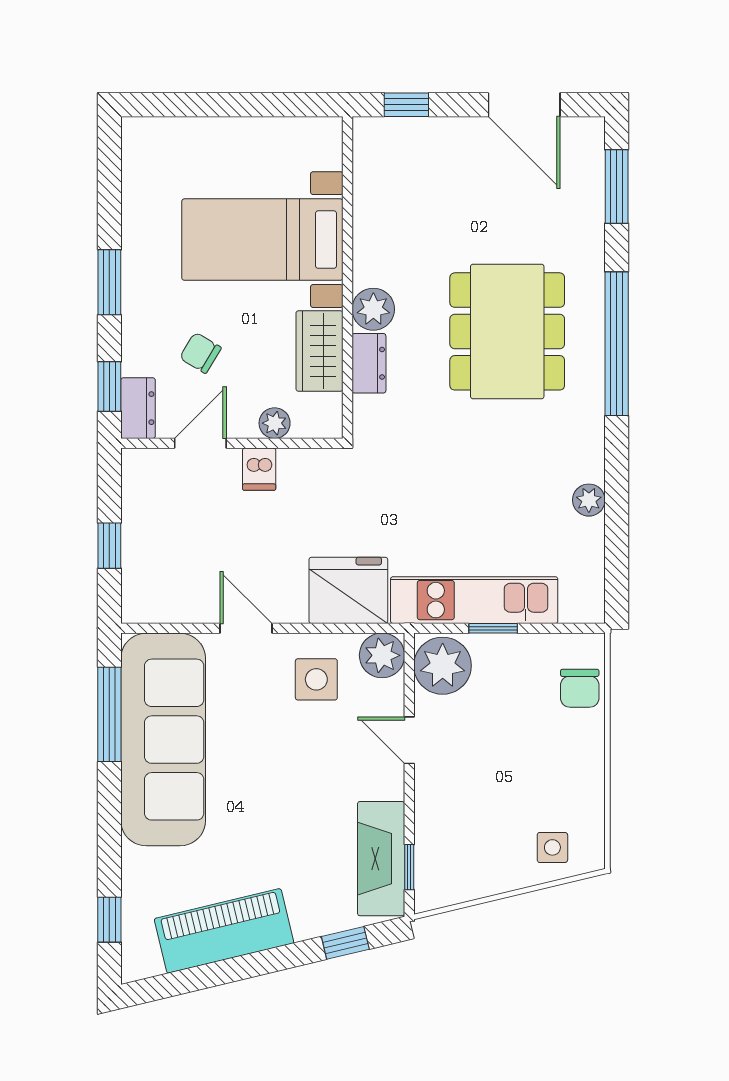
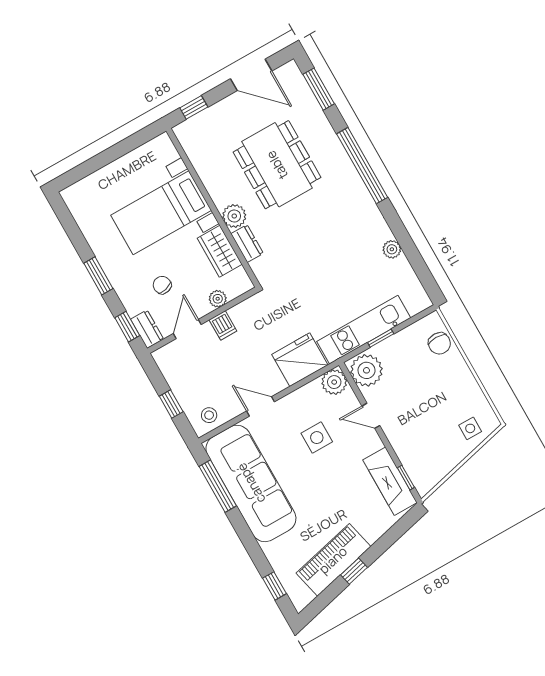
dining table: (507, 331) -> (277, 165), moved
chair: (200, 353) -> (162, 285), turned 45
stool: (158, 596) -> (209, 415), added
side table: (316, 679) -> (317, 438), moved
window: (345, 943) -> (354, 571), moved

